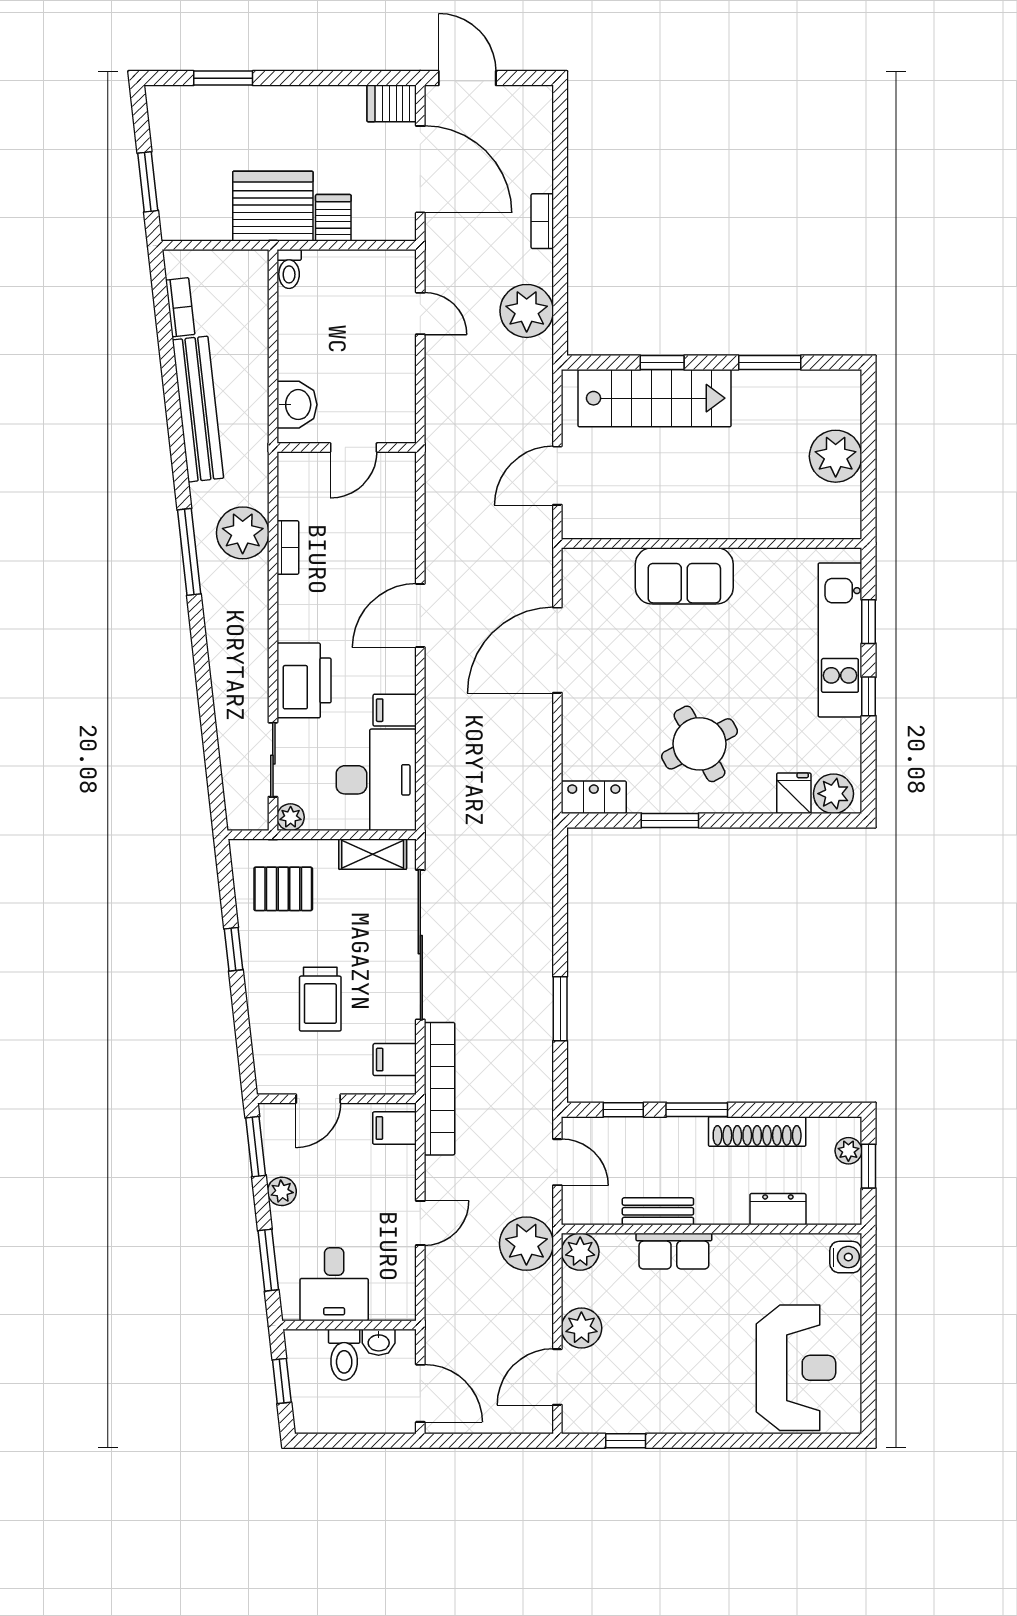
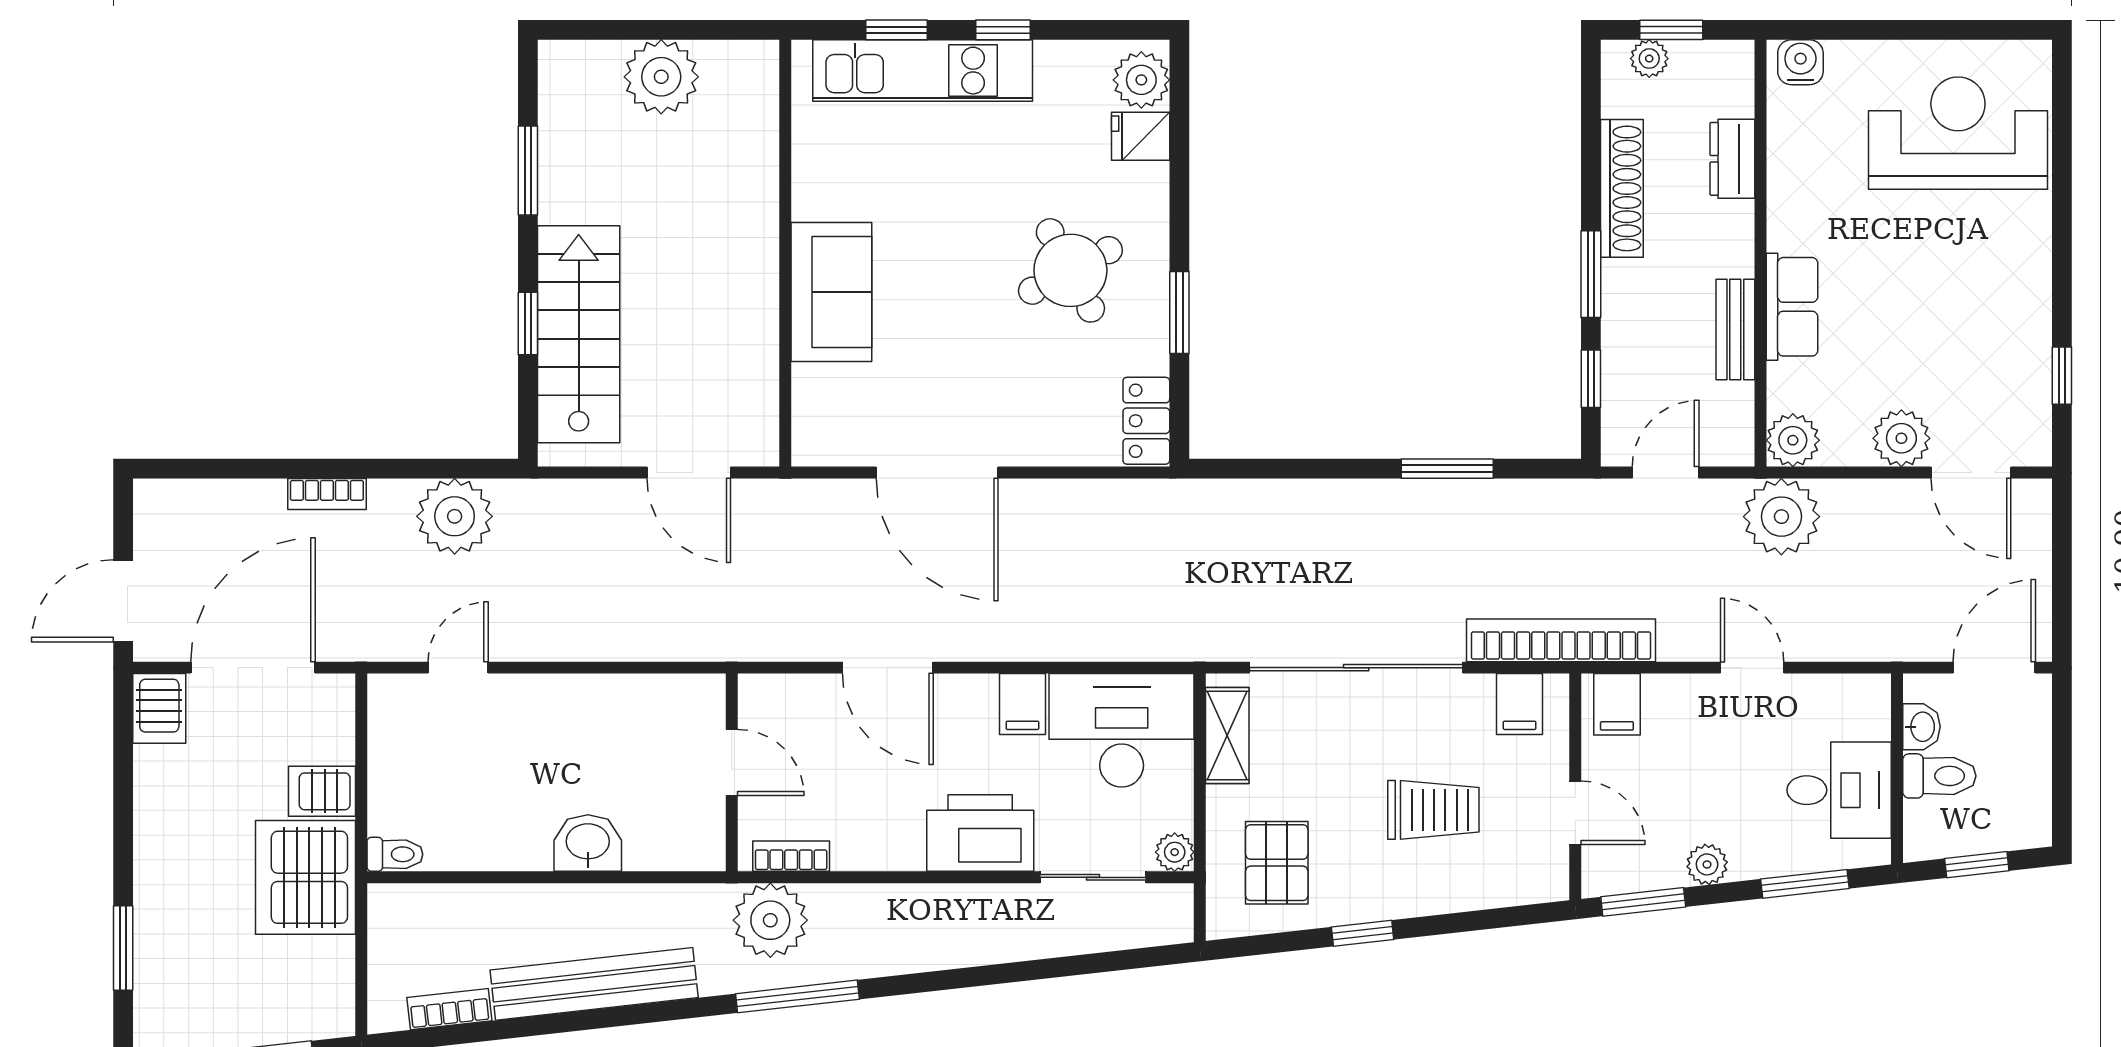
wall: (347, 447) -> (732, 772), moved
door: (354, 447) -> (732, 763), moved

